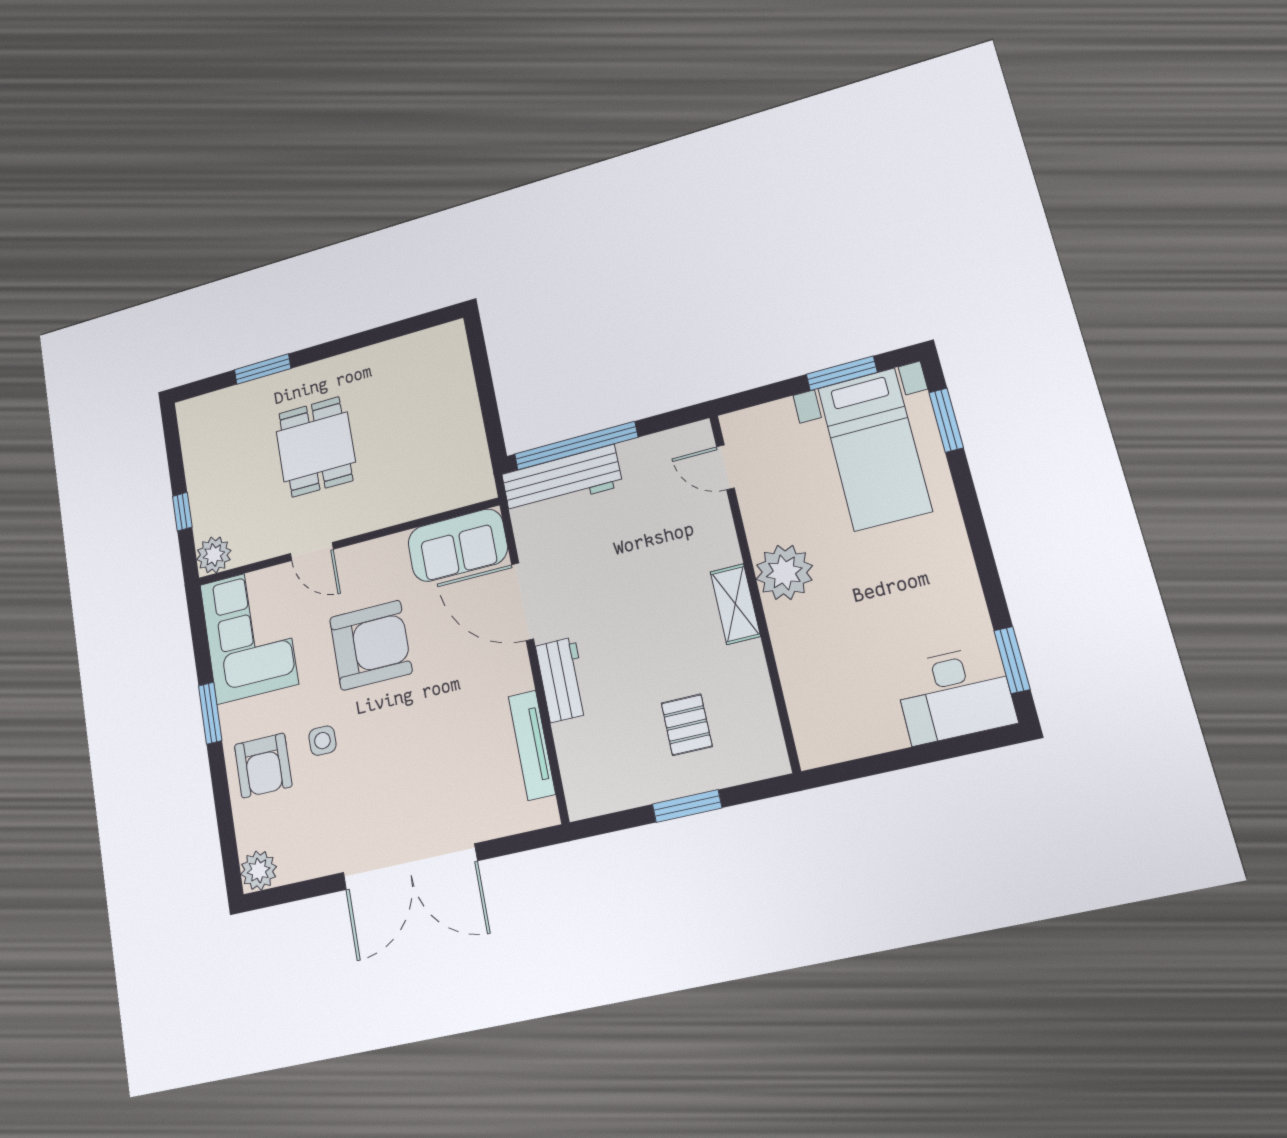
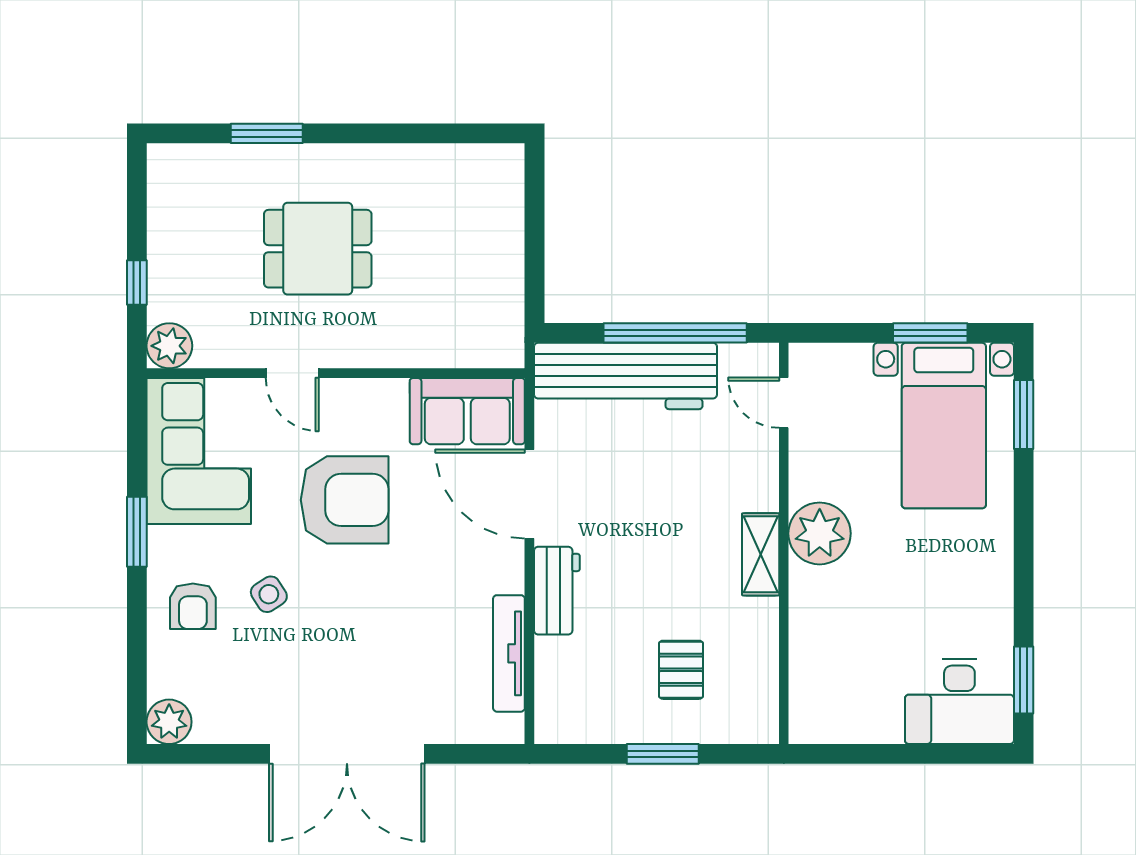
window: (576, 446) -> (675, 333), moved
dining table: (316, 447) -> (318, 249), turned 90
workbench: (562, 480) -> (626, 376), width x1.36, depth x1.32
side table: (322, 741) -> (269, 594), turned -33
armchair: (263, 765) -> (193, 606), width x0.72, depth x0.72

